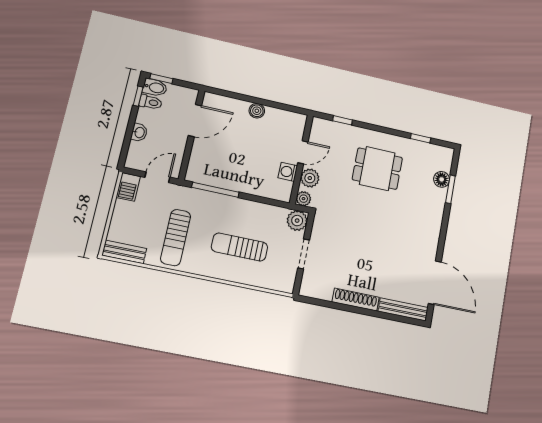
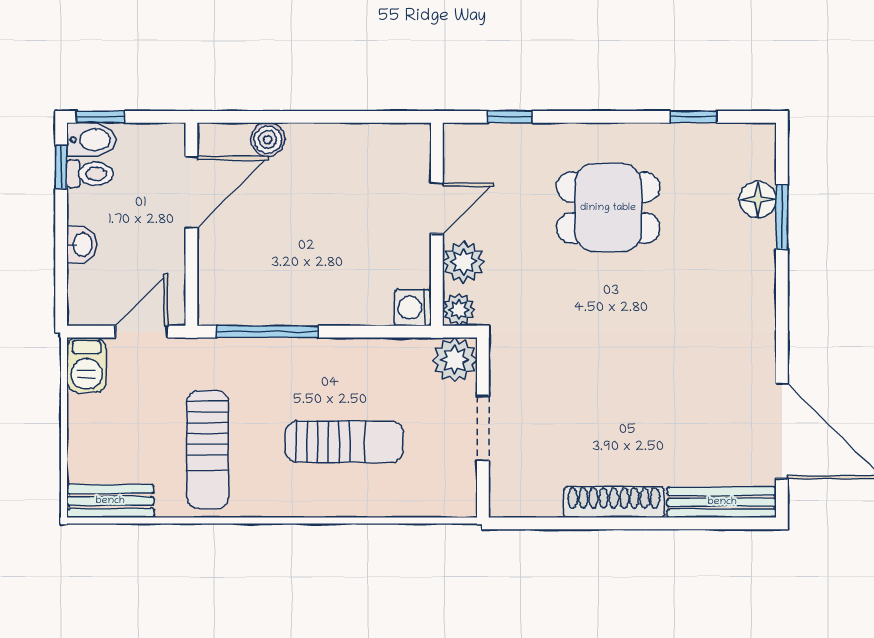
boiler: (257, 111) -> (268, 139), moved
washing machine: (288, 172) -> (413, 308), moved
sun lounger: (240, 247) -> (344, 442), turned 180

